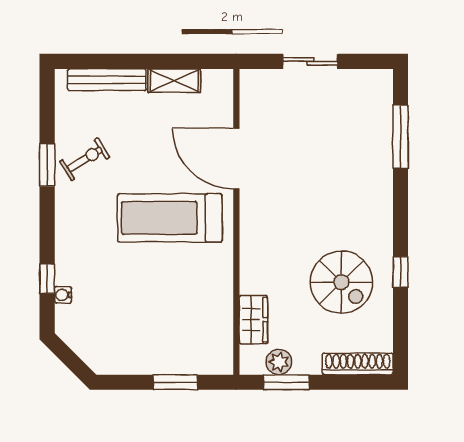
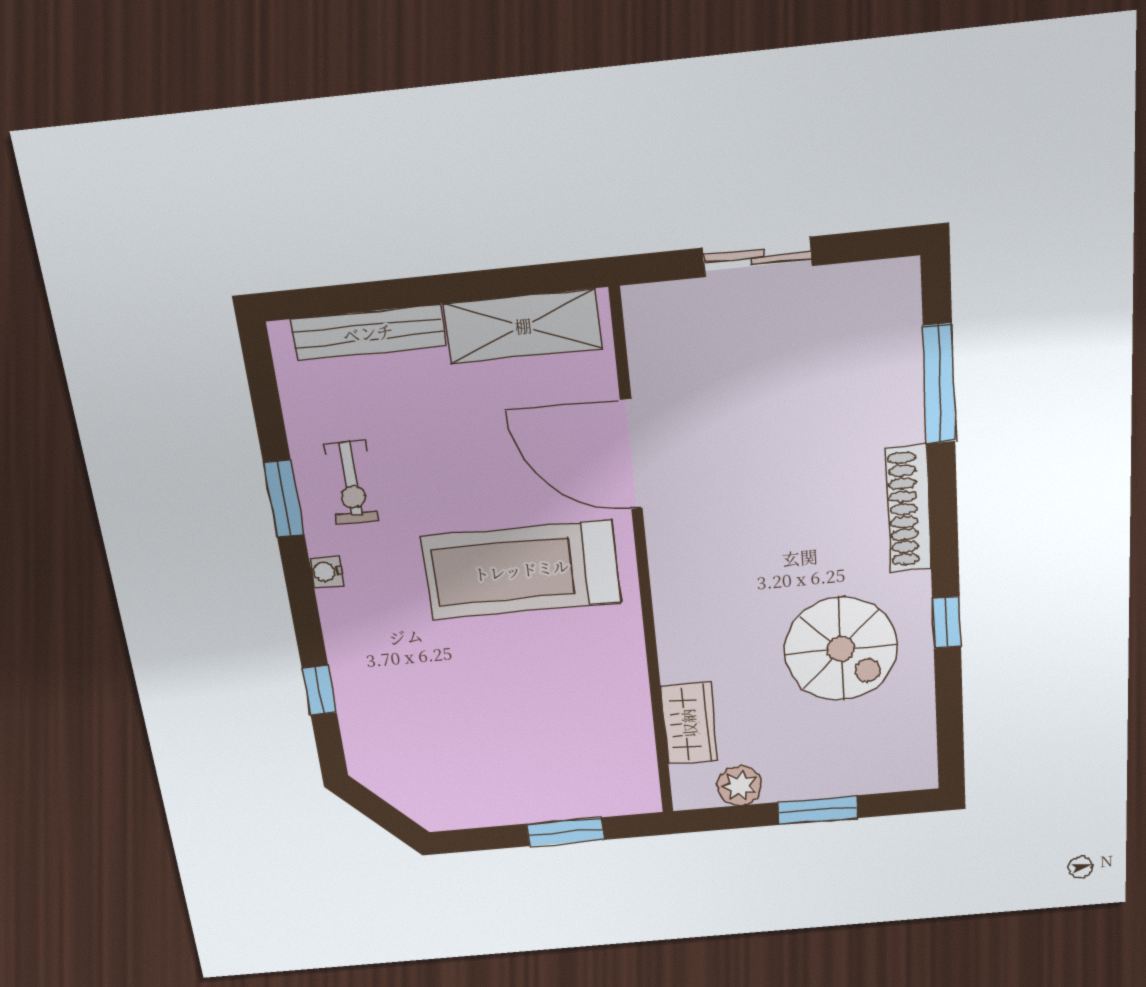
shelving: (174, 81) -> (523, 326), width x1.50, depth x1.33
exercise bike: (85, 159) -> (351, 482), turned 122
water cooler: (63, 295) -> (326, 572), moved
shoe rack: (358, 364) -> (909, 509), moved, turned -90
window: (286, 382) -> (818, 810), moved

